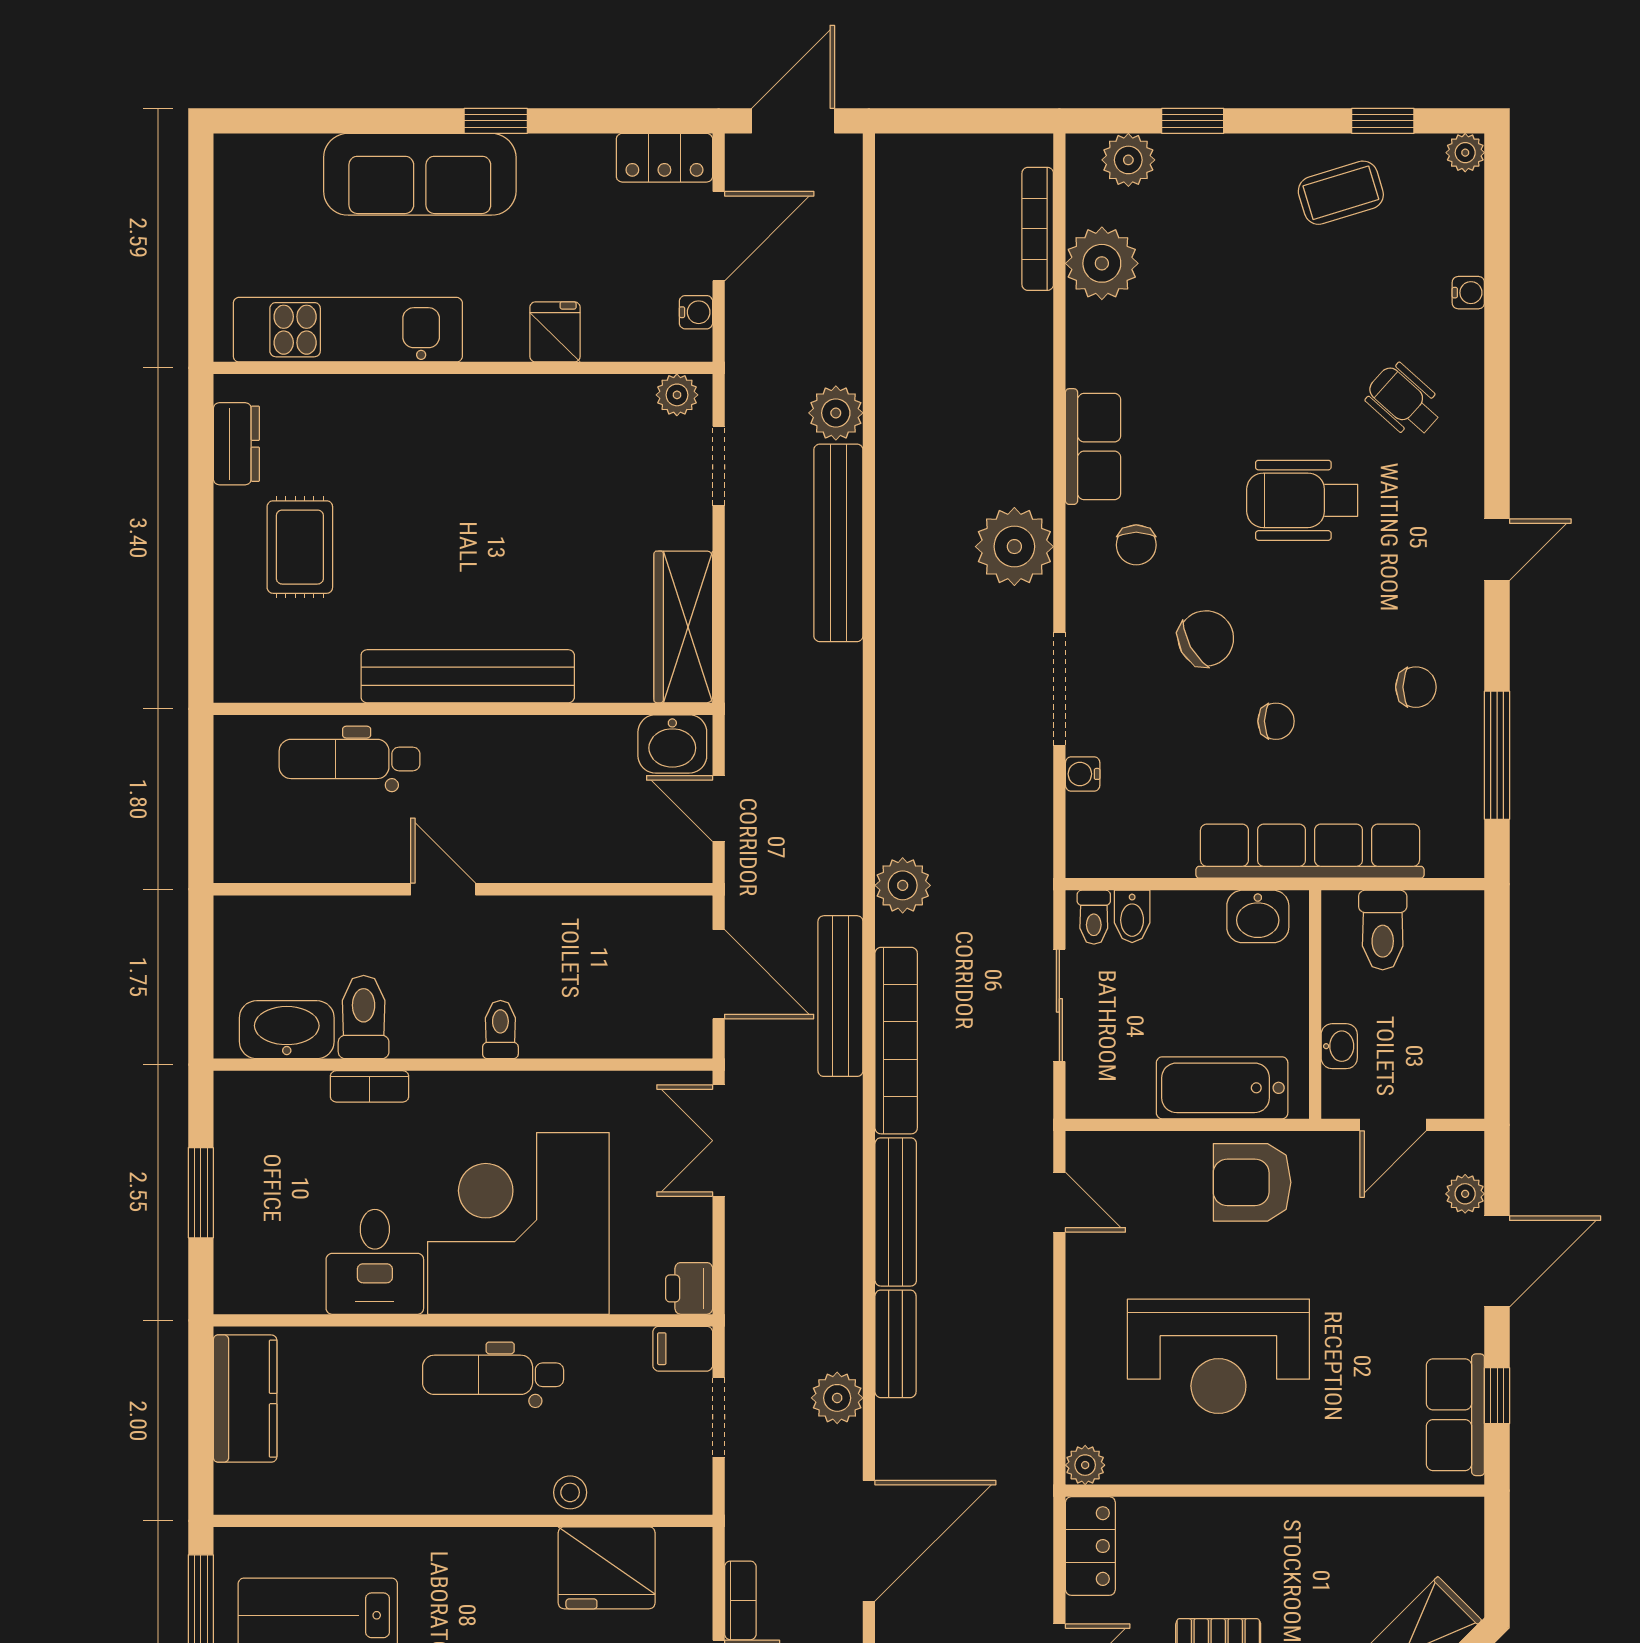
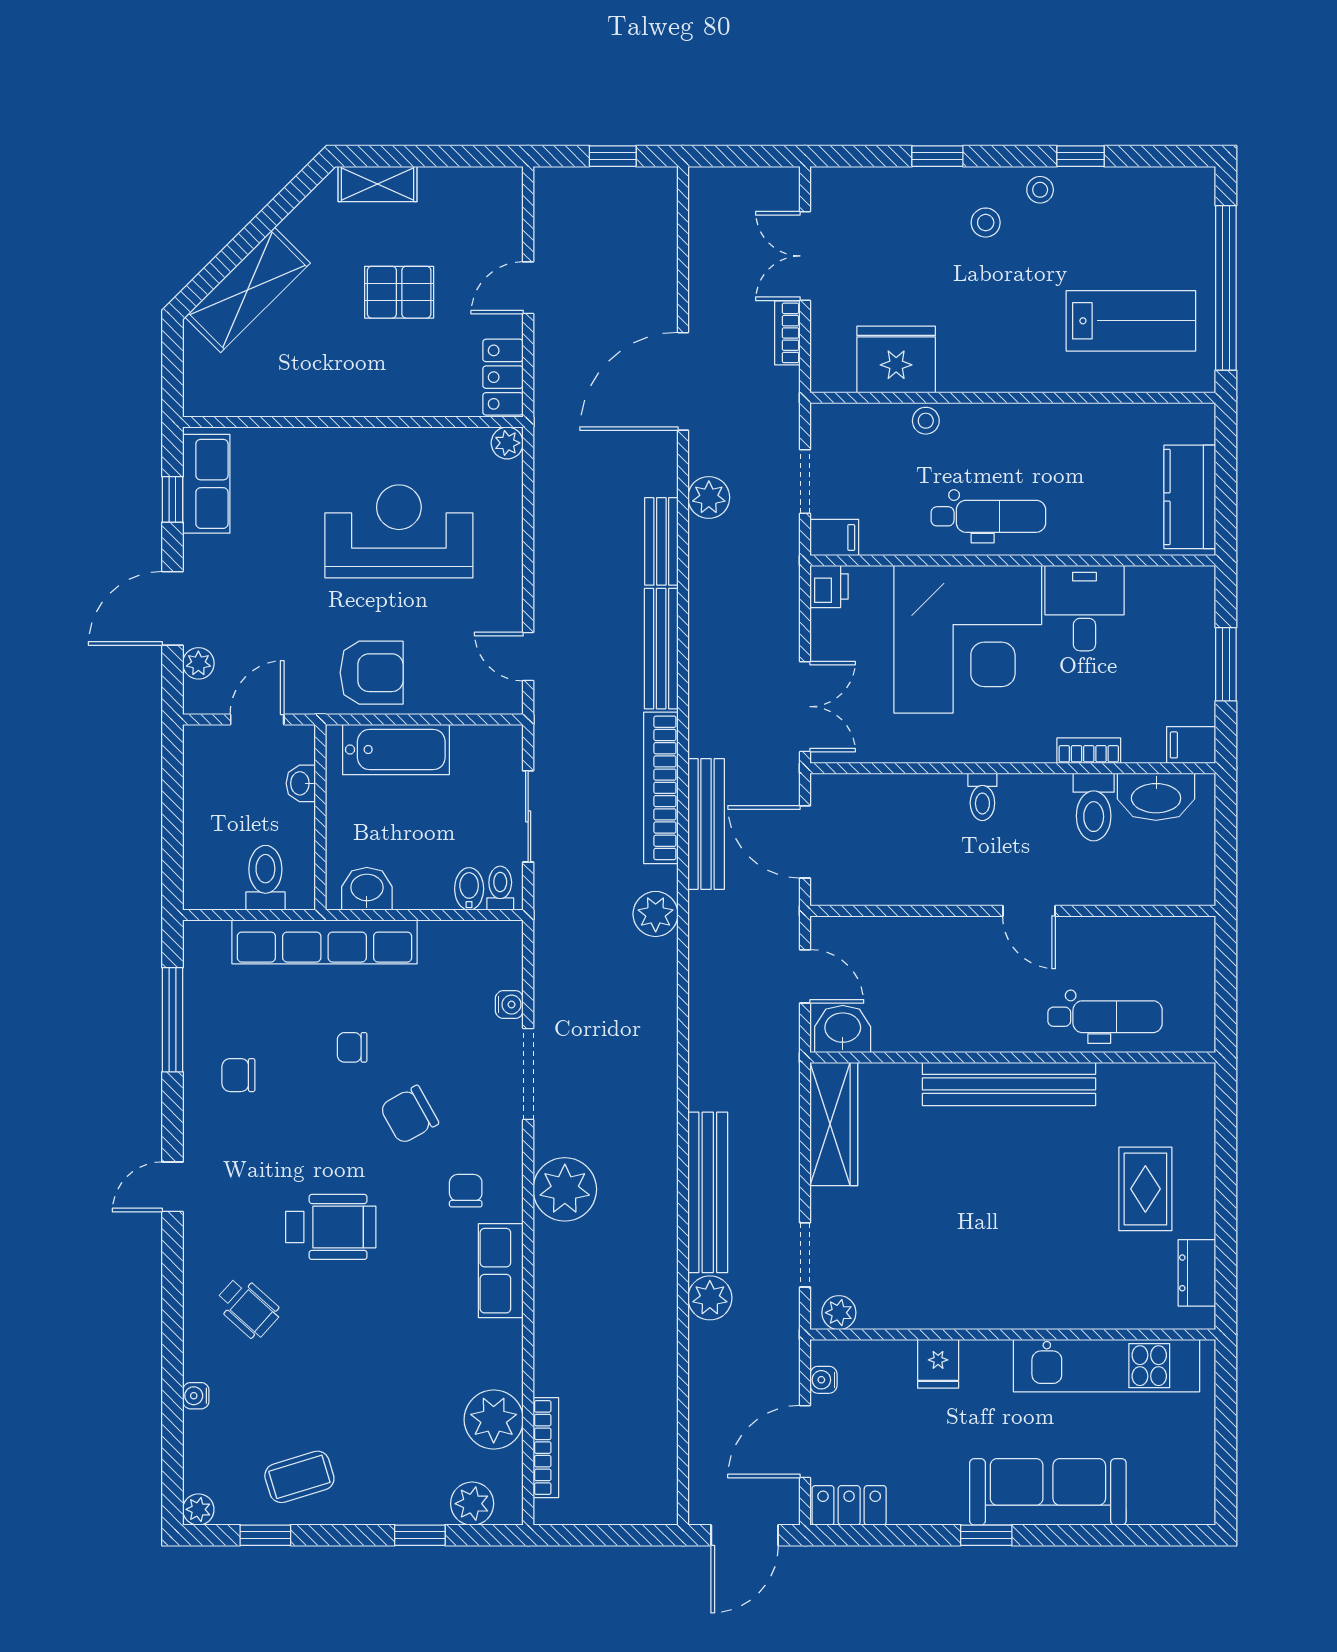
filing cabinet: (244, 1093) -> (1191, 745), added

